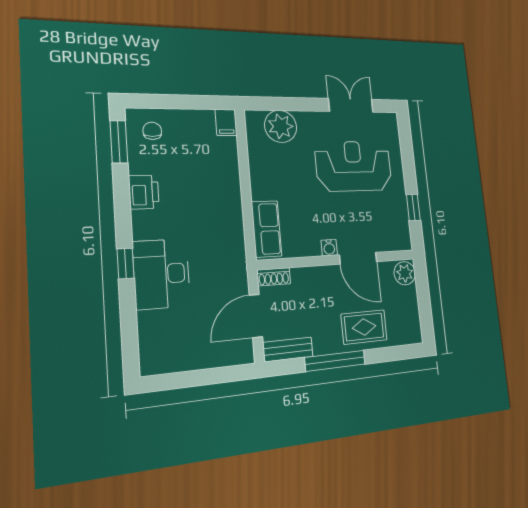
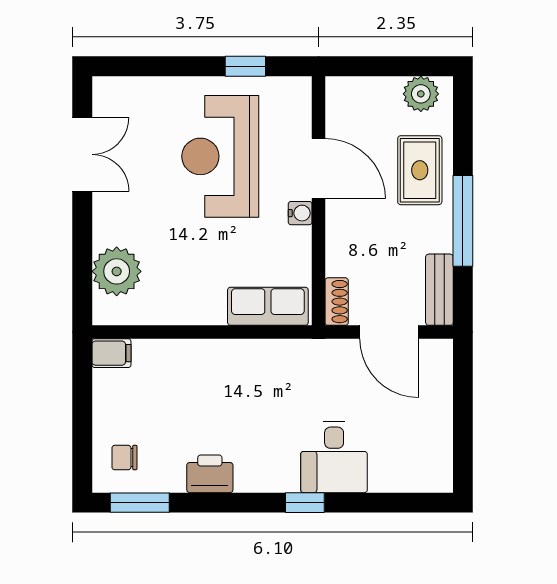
double door: (351, 105) -> (82, 154), swing flipped
reception desk: (354, 166) -> (220, 156), moved
door: (358, 258) -> (318, 169), hinge flipped
plant: (405, 273) -> (421, 94), moved
desk: (162, 274) -> (334, 457), width x0.73

